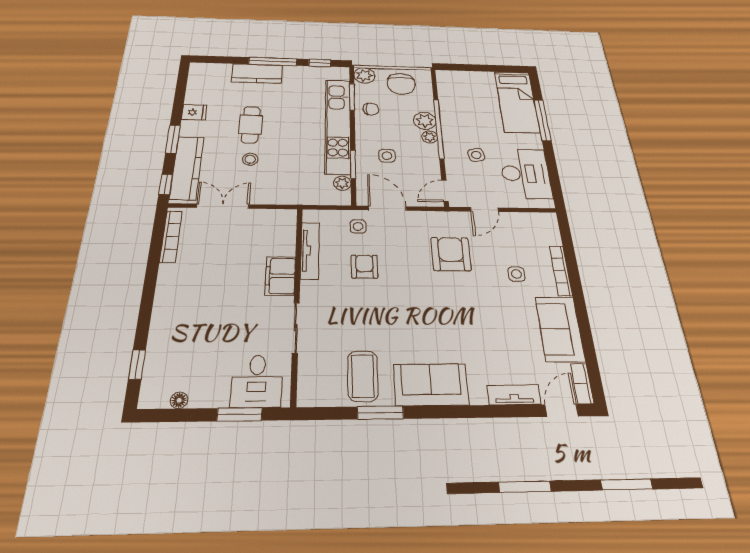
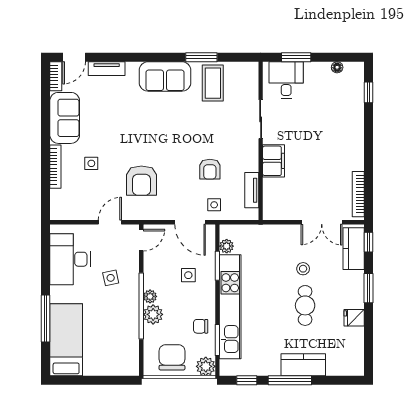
kitchen counter: (187, 168) -> (354, 249), width x0.67
tv unit: (310, 250) -> (252, 190), width x0.71

